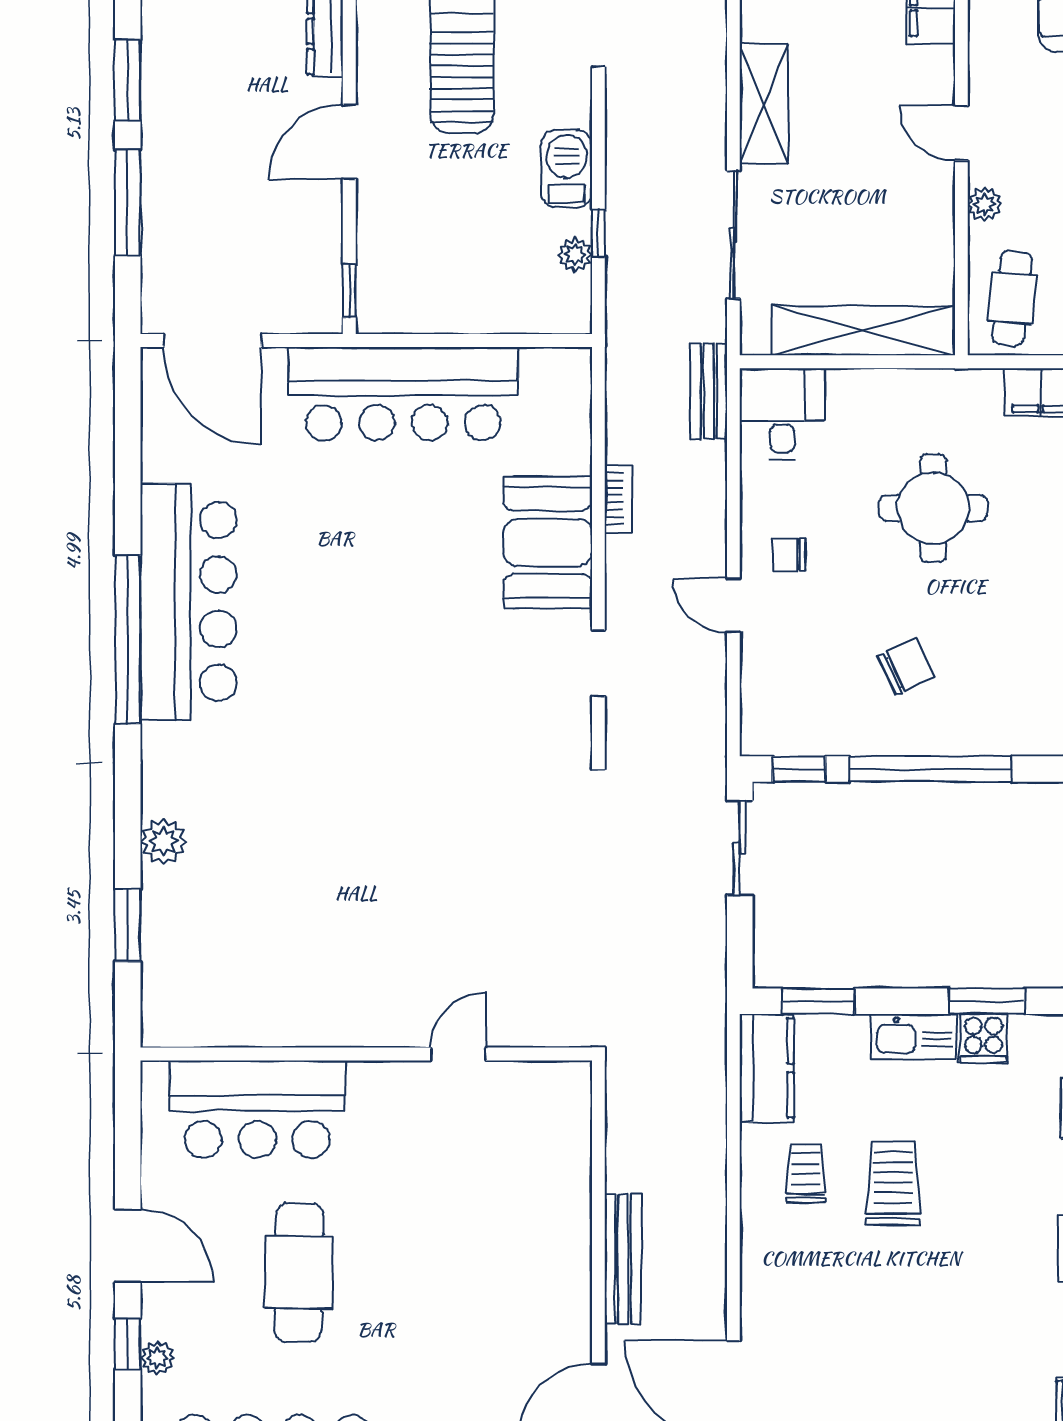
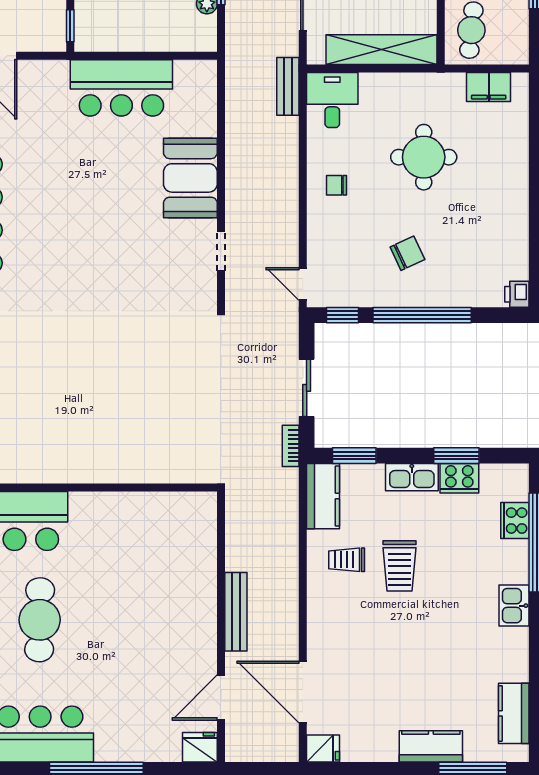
bar counter: (403, 394) -> (121, 88), width x0.73
bookcase: (618, 499) -> (291, 446), moved, turned 180
door: (733, 605) -> (303, 284), moved
sliding door: (740, 848) -> (307, 388), moved
cooker: (984, 1038) -> (459, 478), width x1.36
door: (458, 1054) -> (136, 488), removed
trolley: (806, 1173) -> (347, 560), turned -90
trolley: (893, 1183) -> (399, 566), turned 180

